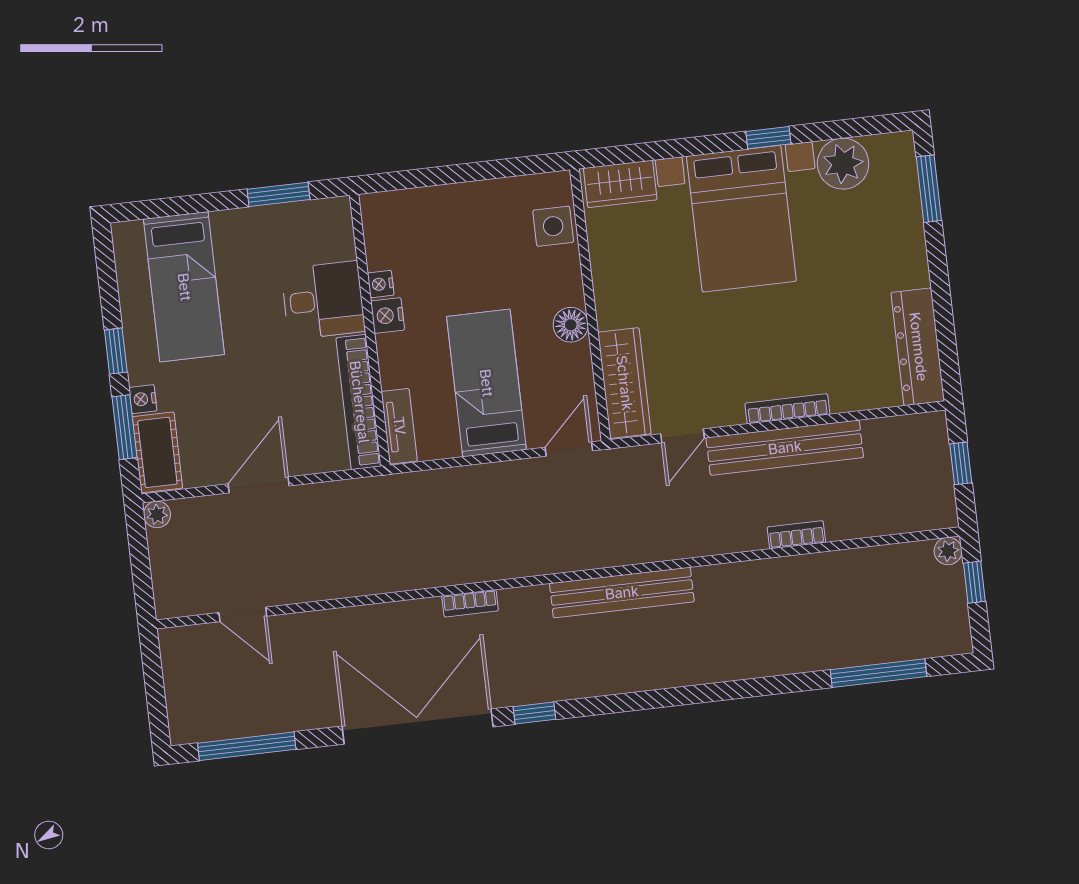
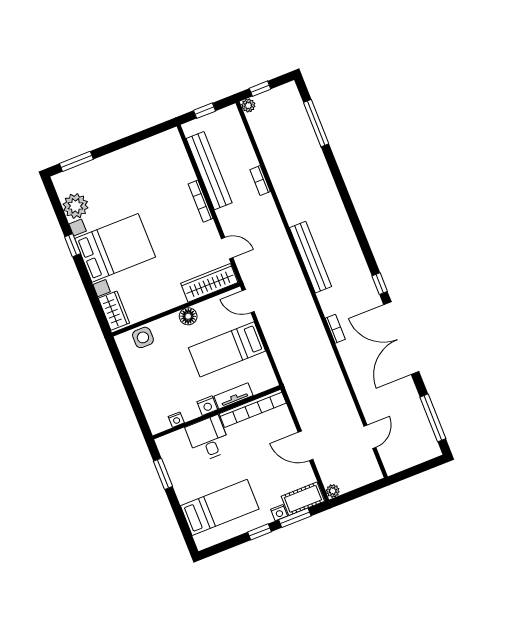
nightstand: (381, 284) -> (176, 420), moved
dresser: (918, 347) -> (154, 146), removed
tv unit: (399, 426) -> (233, 396), moved
bench: (785, 448) -> (209, 171), moved

